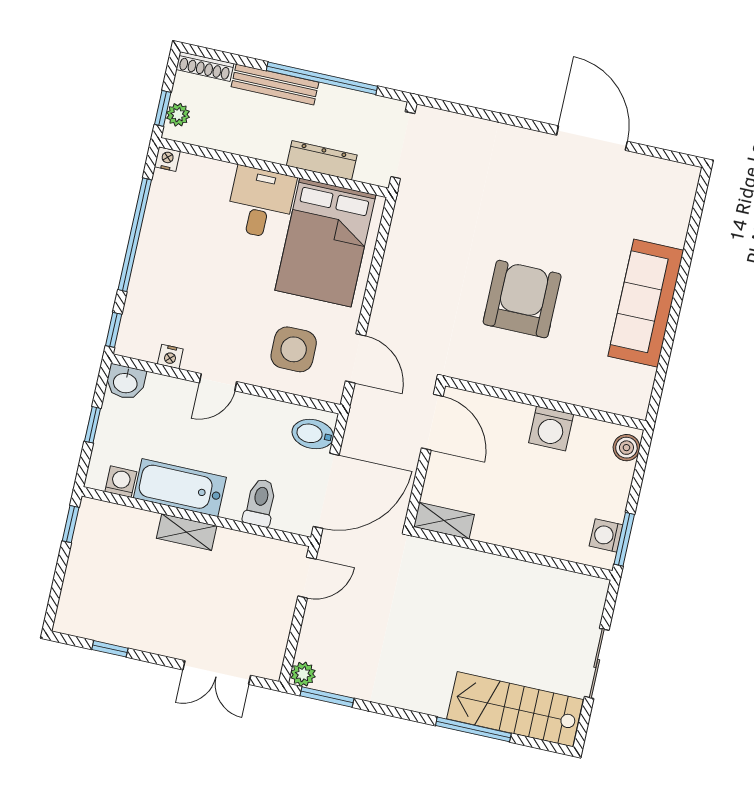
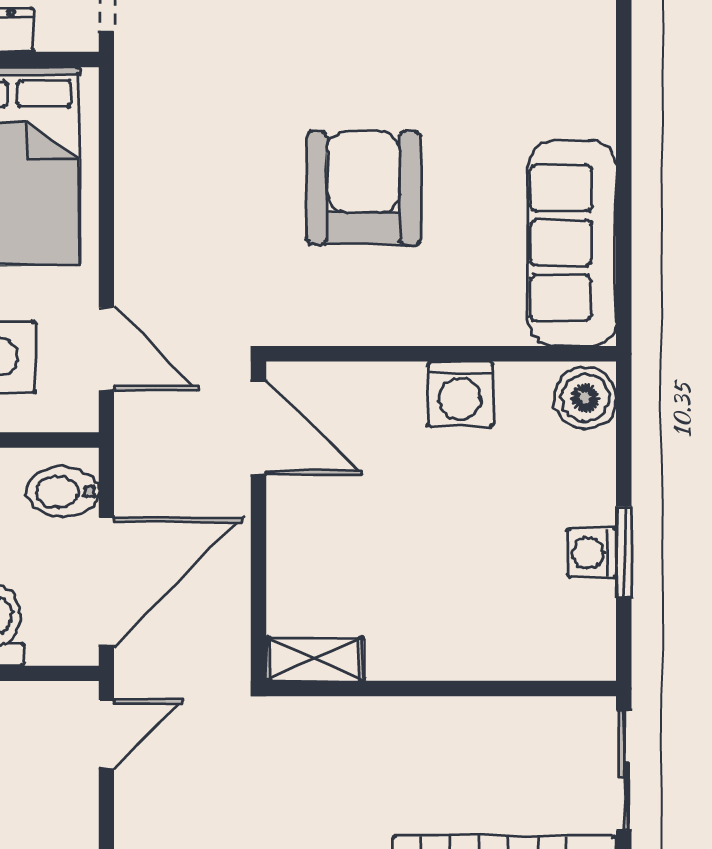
sofa: (646, 303) -> (572, 243), moved
boiler: (626, 448) -> (585, 398), width x1.36, depth x1.36
shelving: (444, 521) -> (315, 659), moved
wall: (512, 553) -> (441, 689), moved

